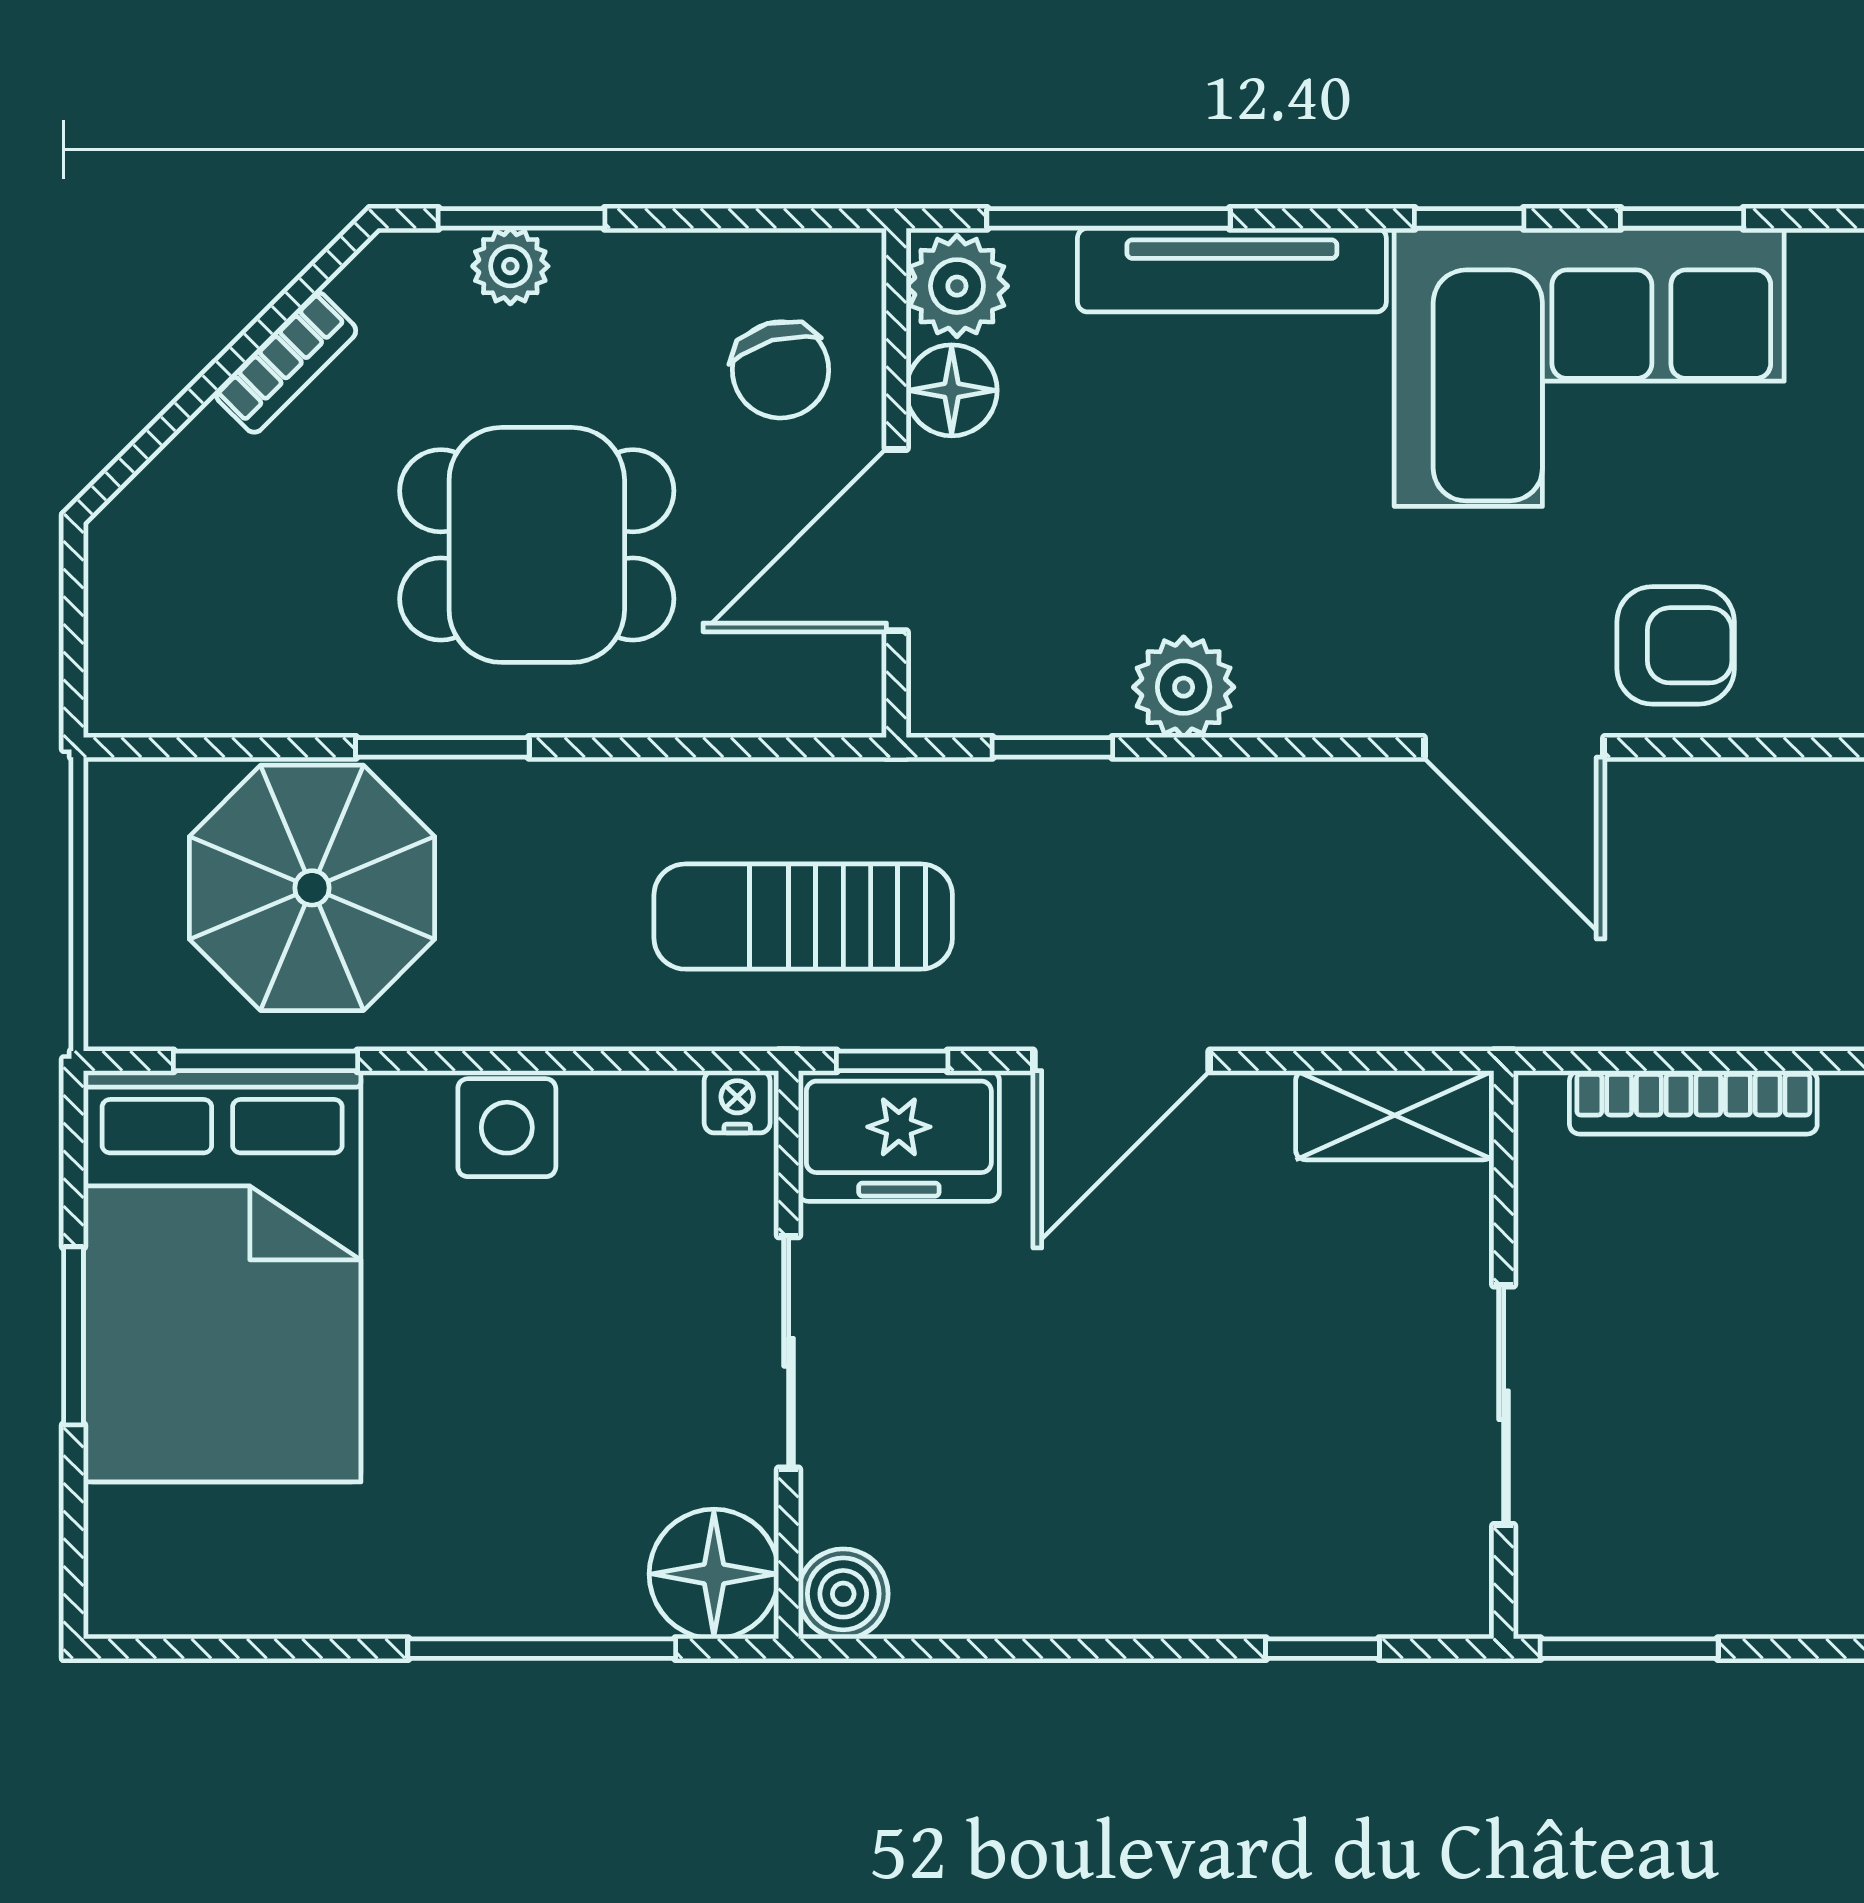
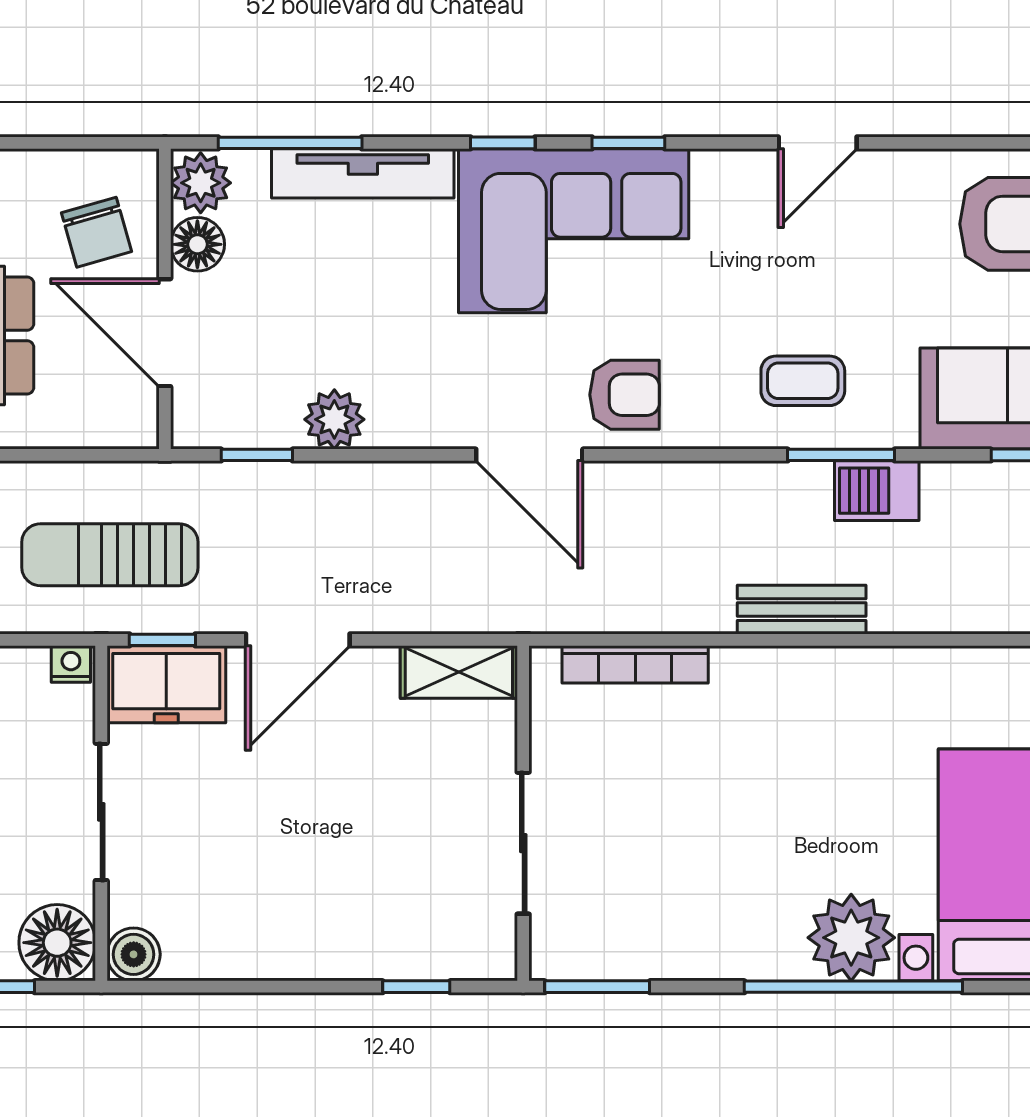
door: (896, 540) -> (165, 333), hinge flipped

